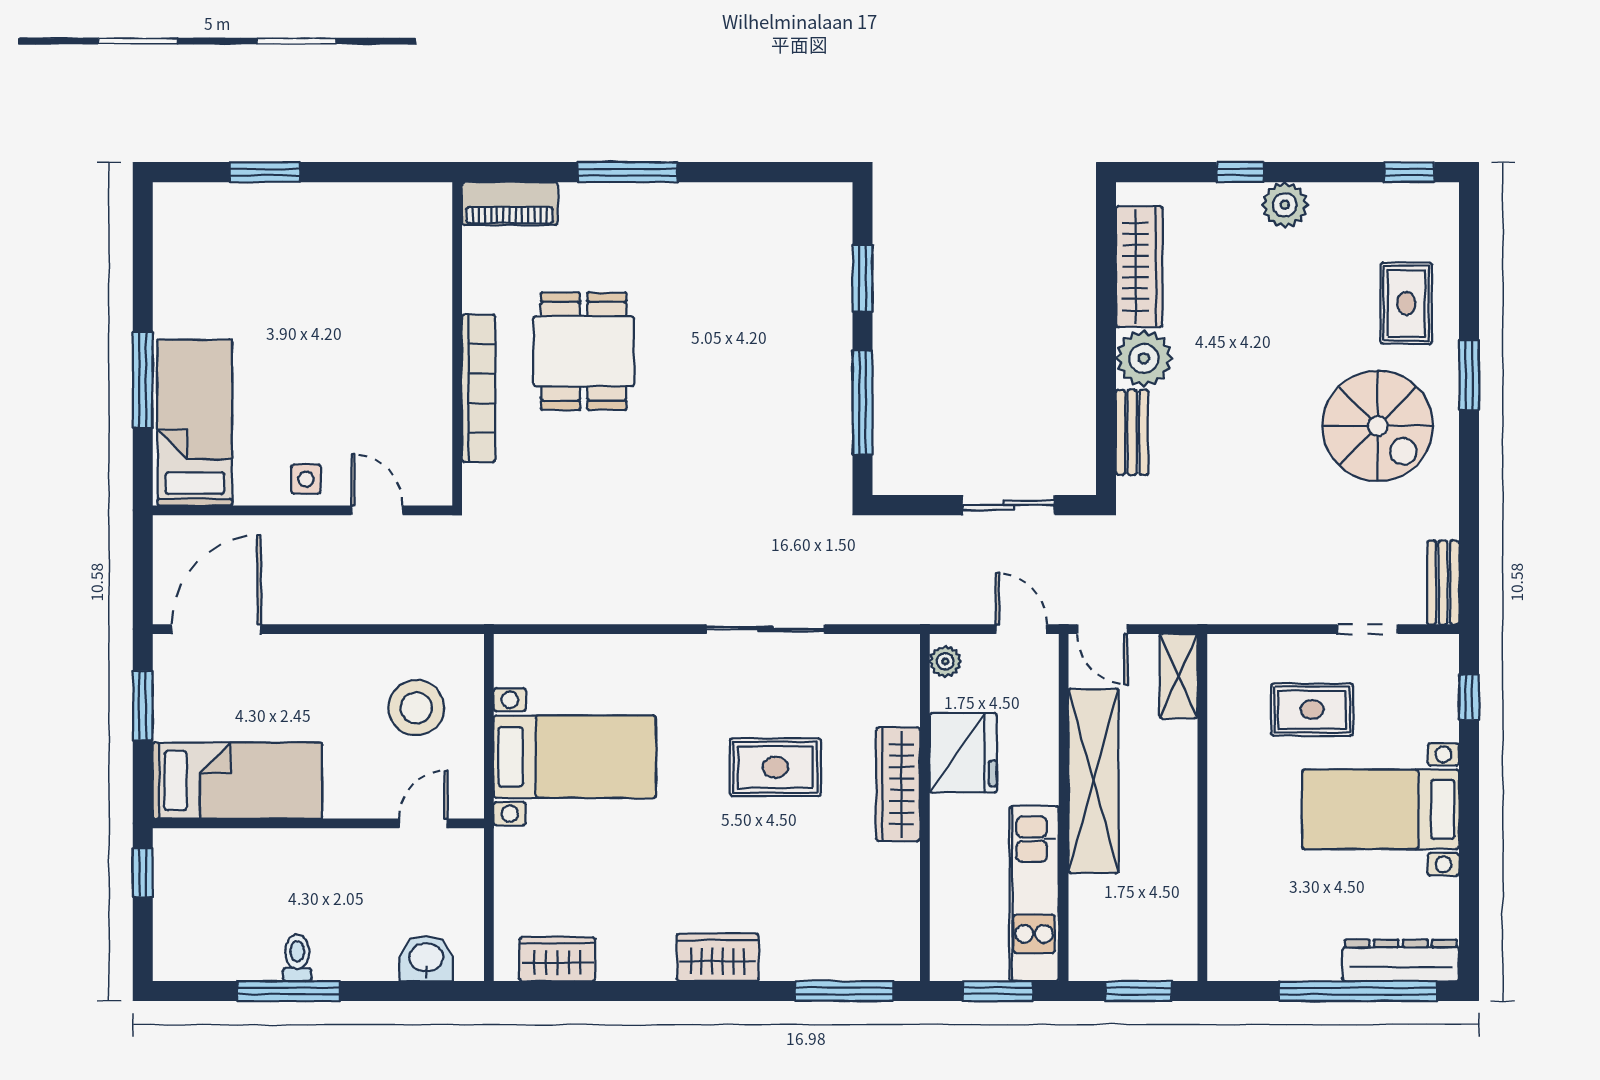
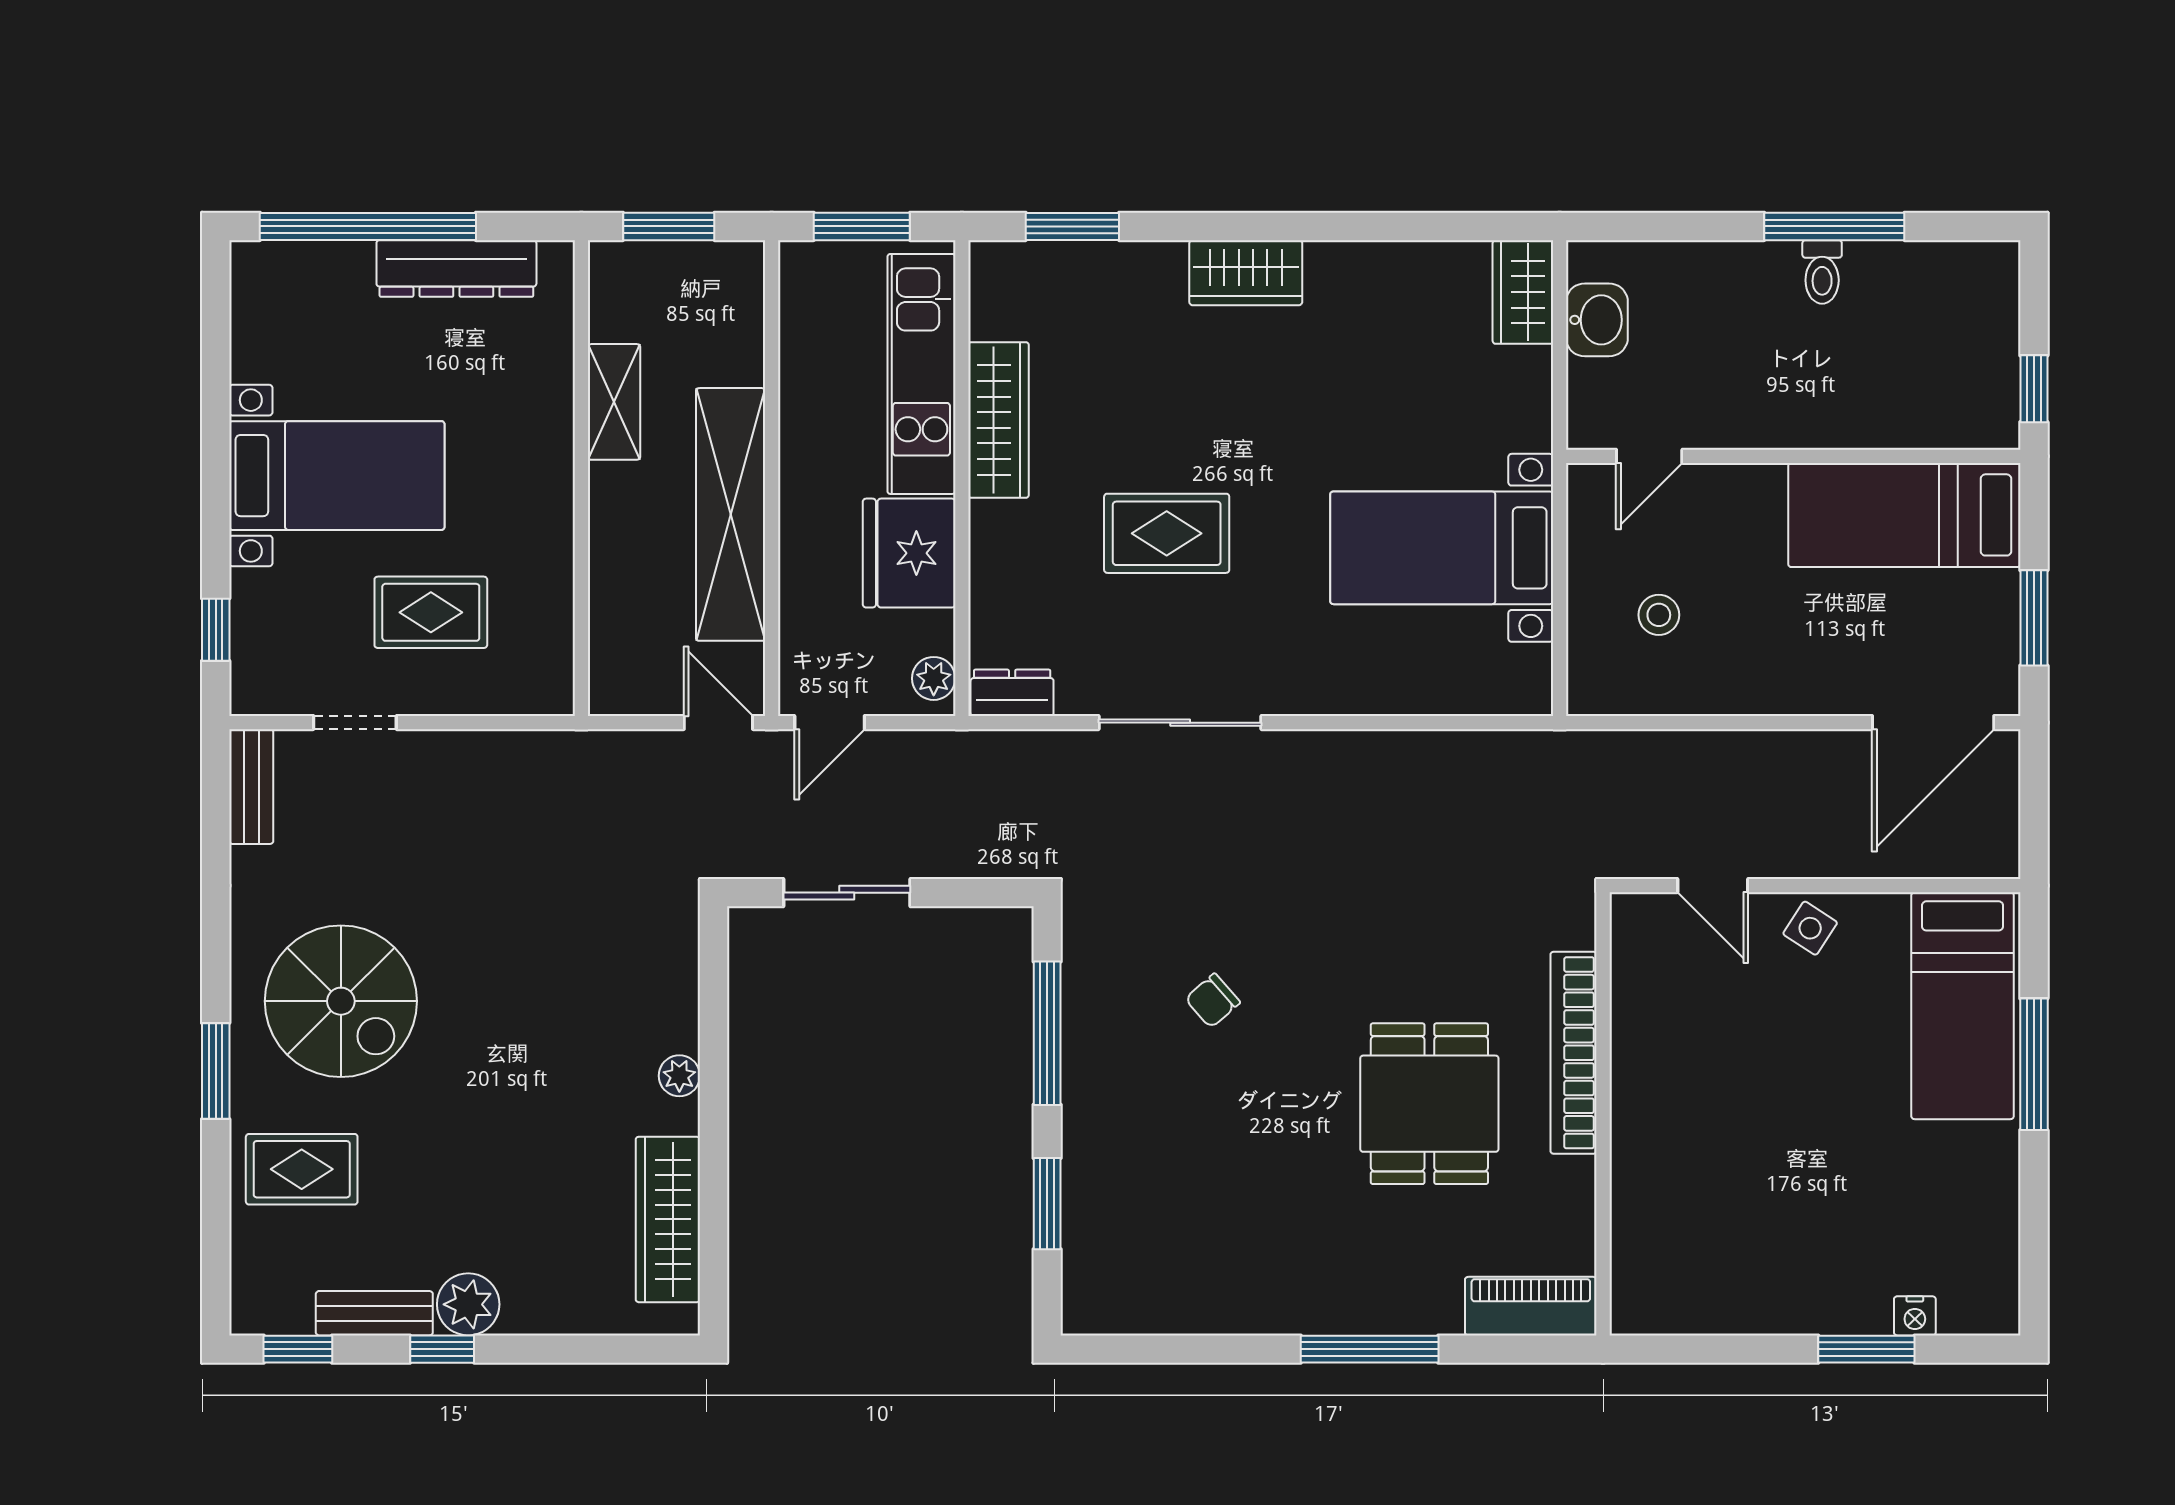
window: (1240, 172) -> (442, 1349), moved
nightstand: (230, 196) -> (1915, 1316), added
rug: (1406, 303) -> (302, 1169), turned 90
plant: (1144, 358) -> (679, 1076), width x0.53, depth x0.53
chair: (742, 426) -> (1213, 1001), added
spiral stairs: (1378, 426) -> (341, 1001), turned 180
bench: (1132, 432) -> (374, 1313), moved, turned 90
side table: (306, 479) -> (1810, 928), turned 33
door: (1021, 629) -> (830, 723), hinge flipped
dresser: (888, 651) -> (1012, 693), added
shelving: (1178, 676) -> (614, 402), moved
stool: (416, 708) -> (1659, 615), width x0.53, depth x0.53
wardrobe: (898, 784) -> (998, 420), moved
kitchen unit: (1034, 894) -> (921, 374), moved, turned 180
washbasin: (426, 959) -> (1597, 320), moved, turned -90
wardrobe: (557, 959) -> (1523, 292), moved, turned 90
dresser: (1401, 960) -> (456, 268), moved
window: (844, 991) -> (1072, 226), width x0.69

